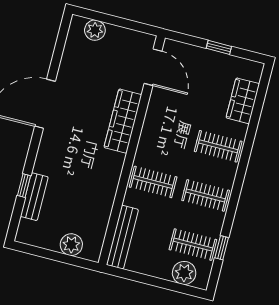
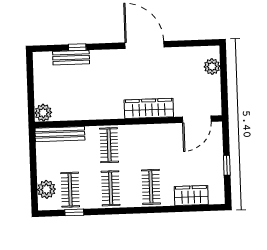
plant: (71, 245) -> (43, 113), moved

